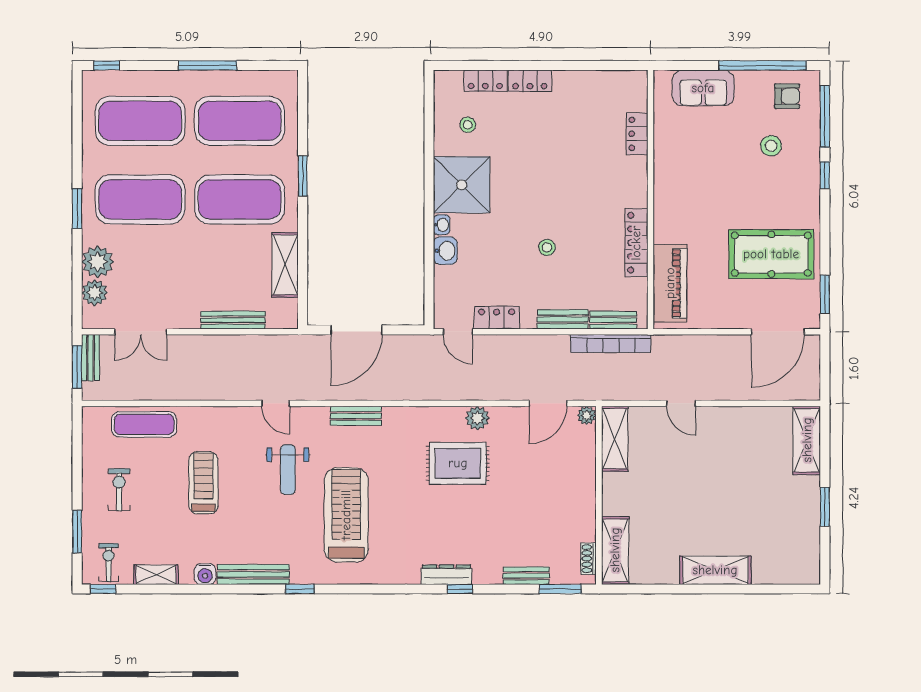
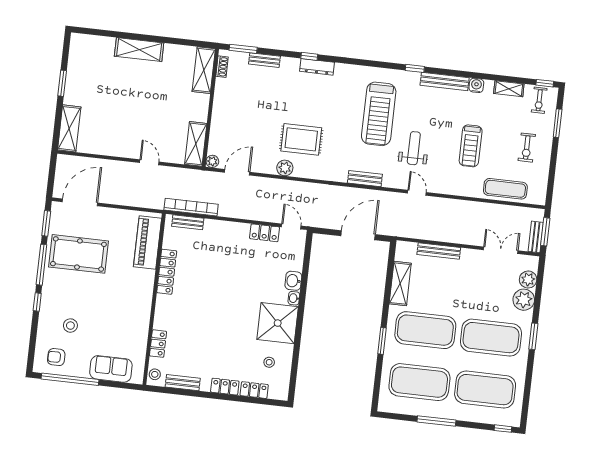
window: (825, 116) -> (41, 265), moved
stool: (547, 247) -> (155, 374), moved
bench: (563, 319) -> (183, 383), moved

